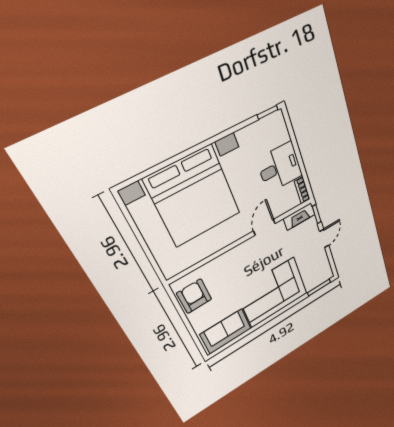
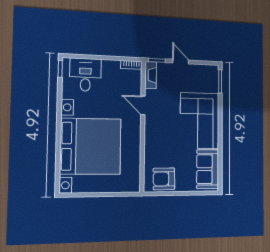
desk: (280, 167) -> (85, 75), moved

